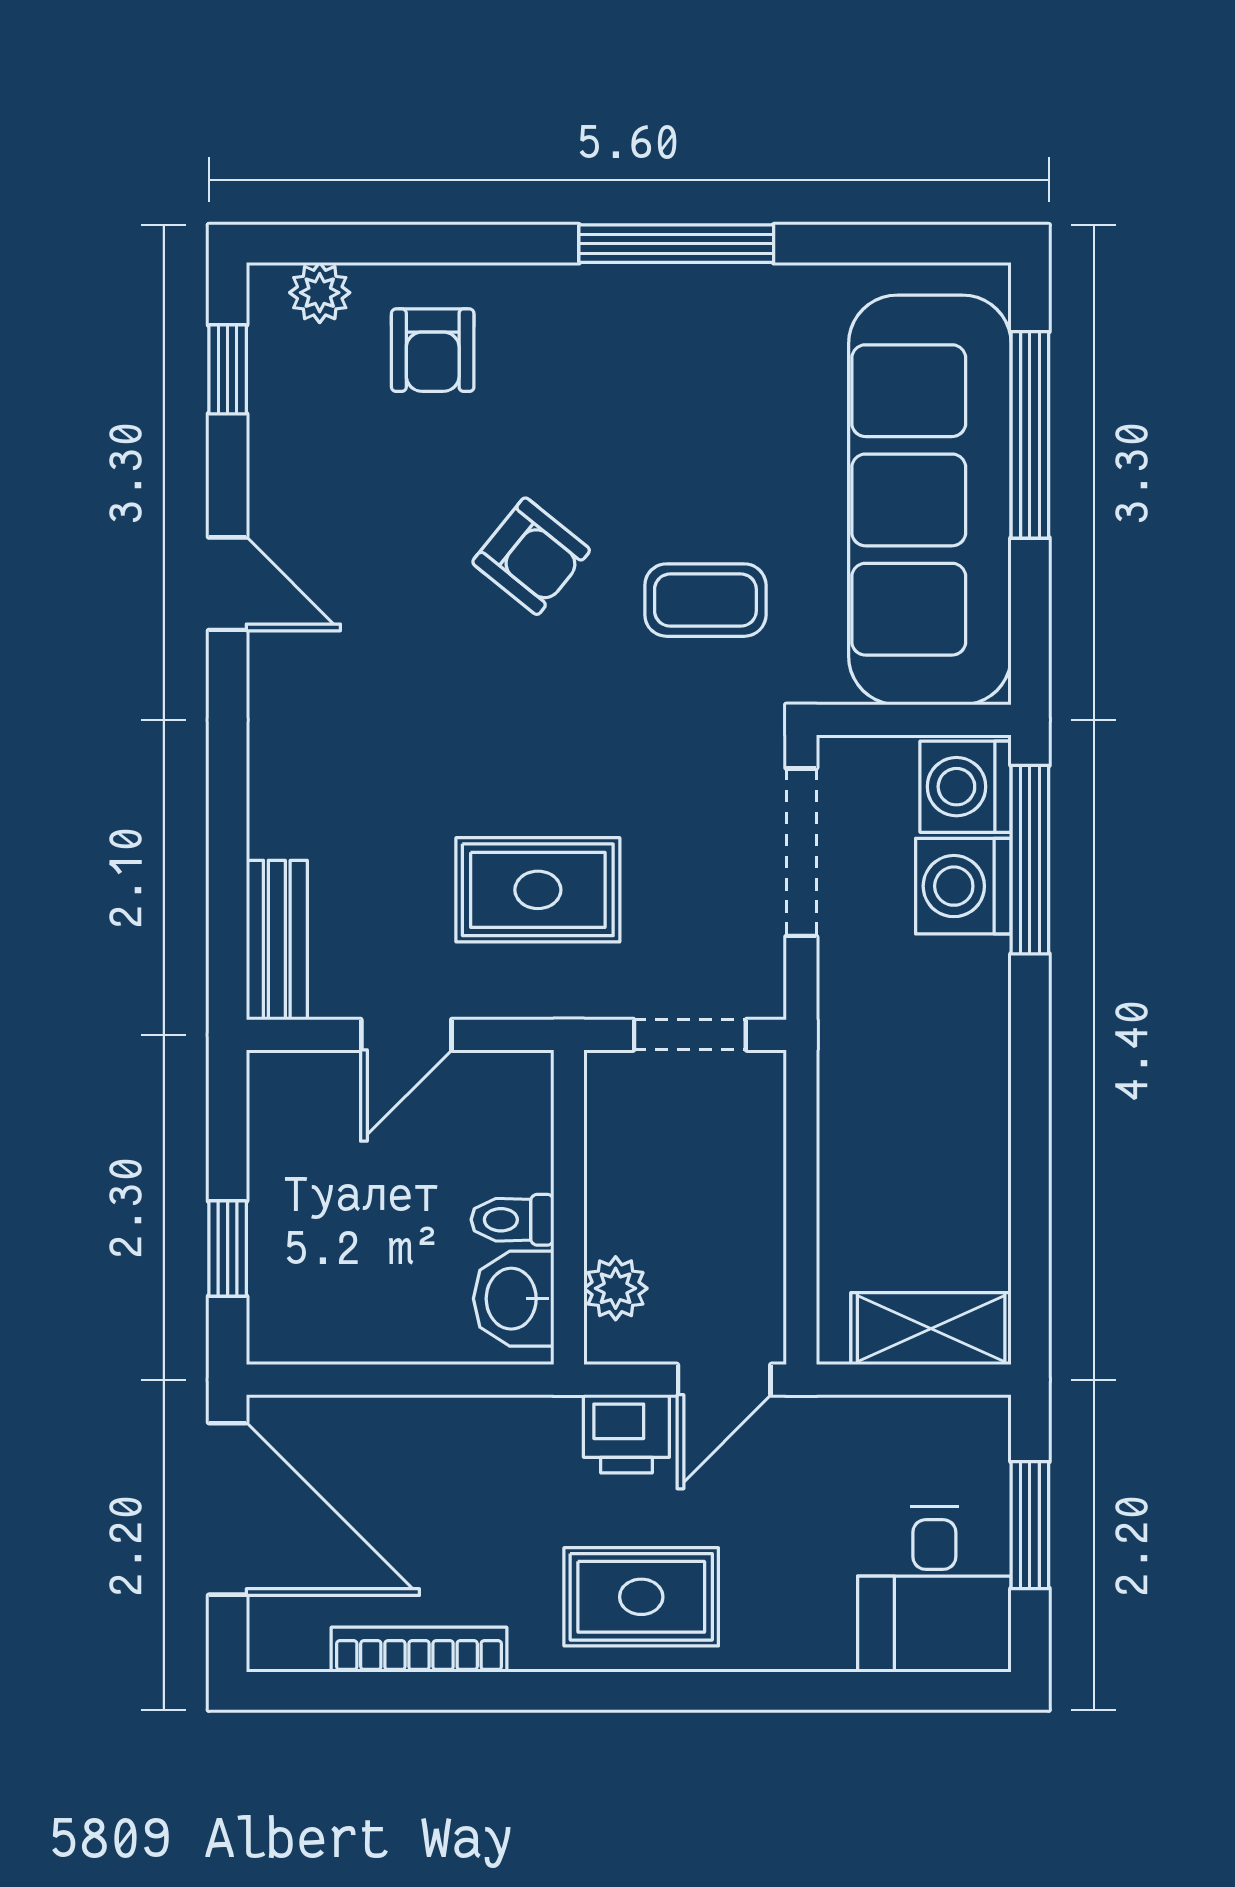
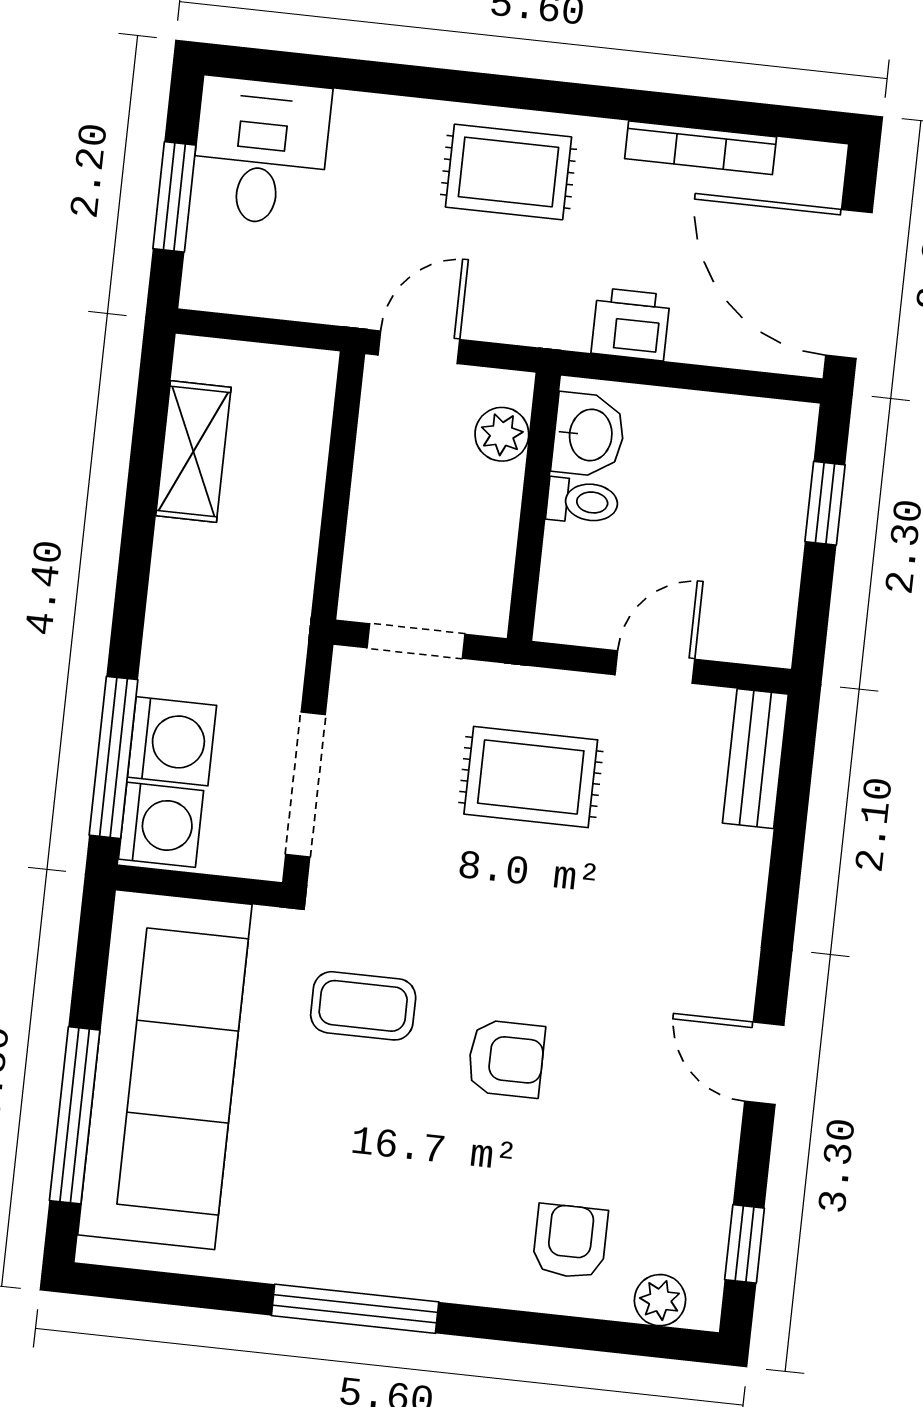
armchair: (531, 556) -> (506, 1059), turned 141
shelving: (931, 1329) -> (193, 452), moved, turned 90
printer: (626, 1434) -> (631, 324), moved

